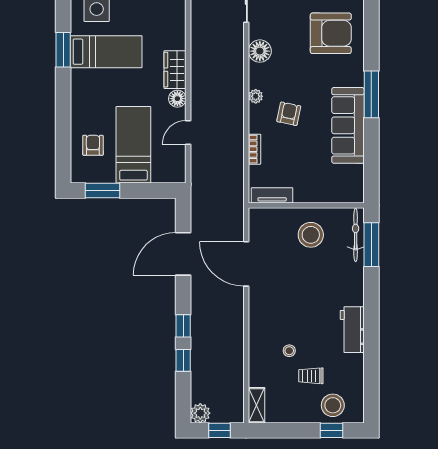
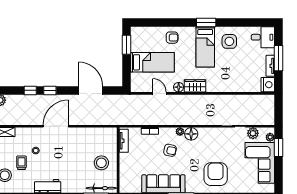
armchair: (331, 33) -> (216, 174), turned 180
floor lamp: (260, 51) -> (191, 134), moved
armchair: (93, 145) -> (172, 38), moved
door: (246, 264) -> (56, 126), moved

